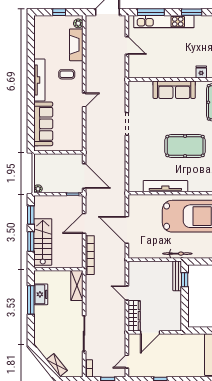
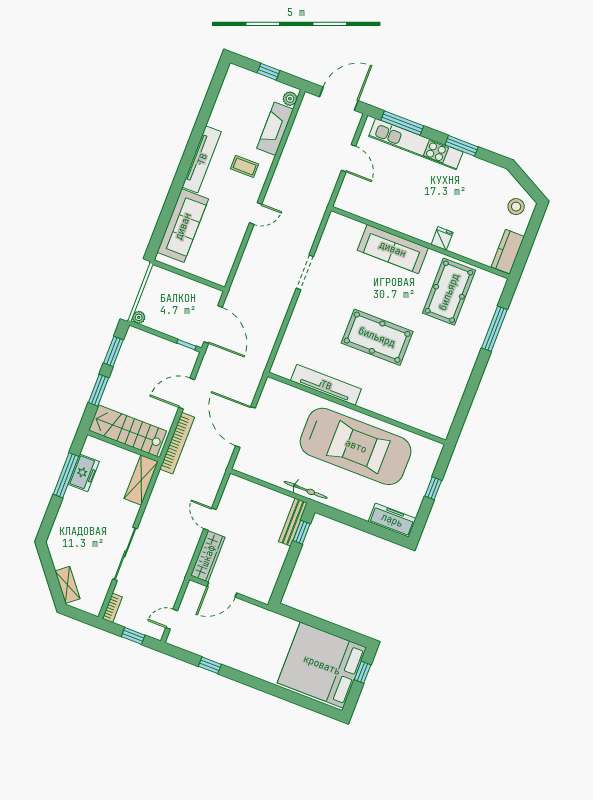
stairs: (43, 242) -> (128, 431), moved, turned -90

